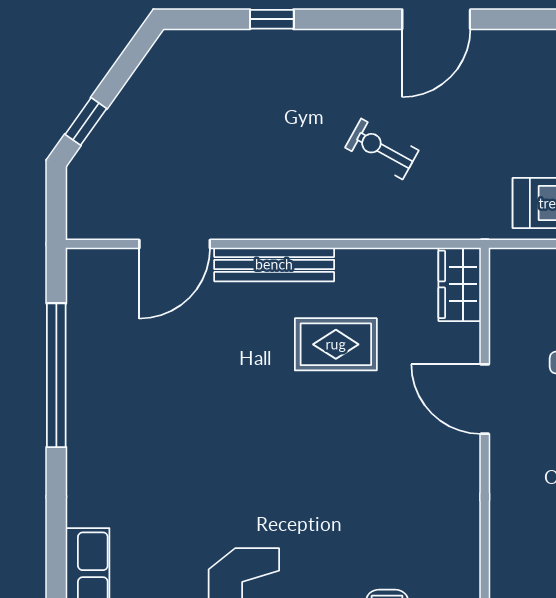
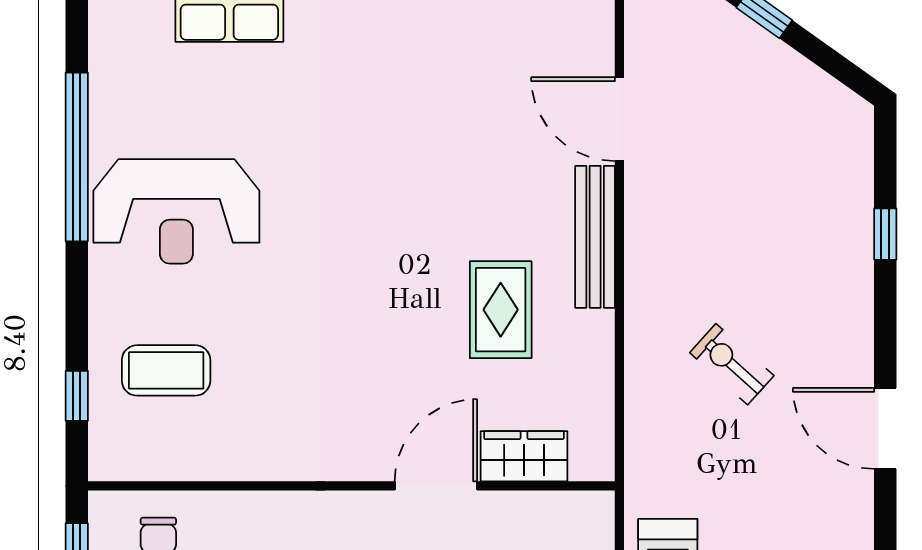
exercise bike: (382, 149) -> (732, 364), turned -77
wardrobe: (460, 284) -> (524, 456), moved

